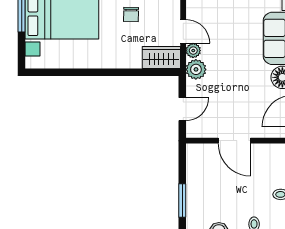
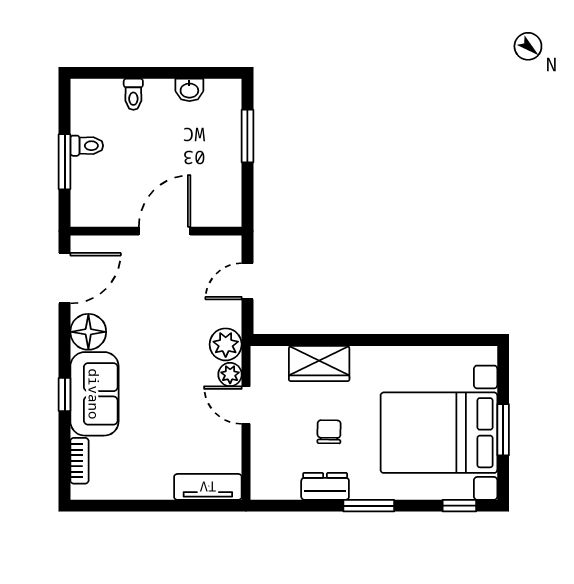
wardrobe: (161, 57) -> (319, 363), moved
door: (234, 141) -> (165, 231), hinge flipped

